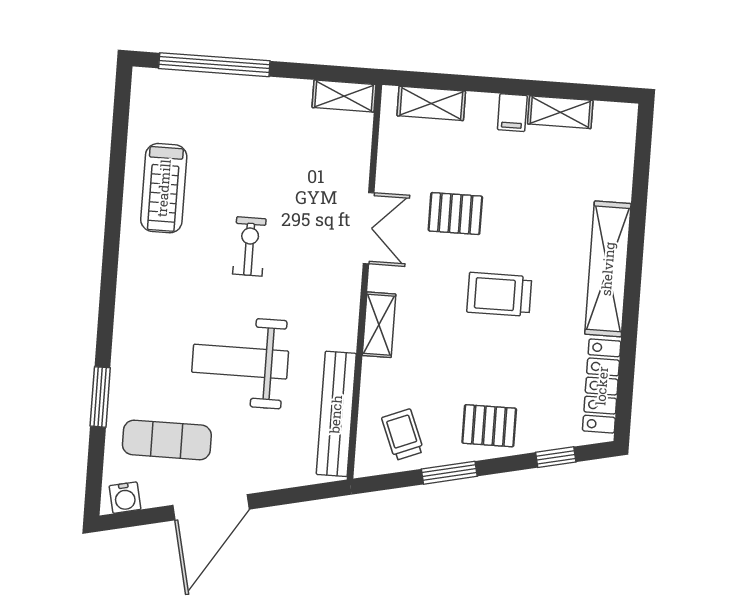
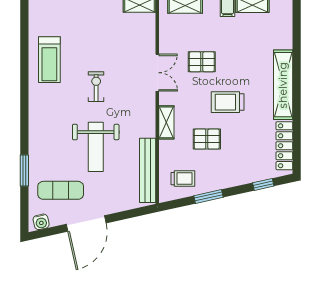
weight bench: (240, 362) -> (96, 147), turned -90
pallet: (489, 426) -> (207, 139), moved
trolley: (403, 435) -> (183, 179), turned 112

